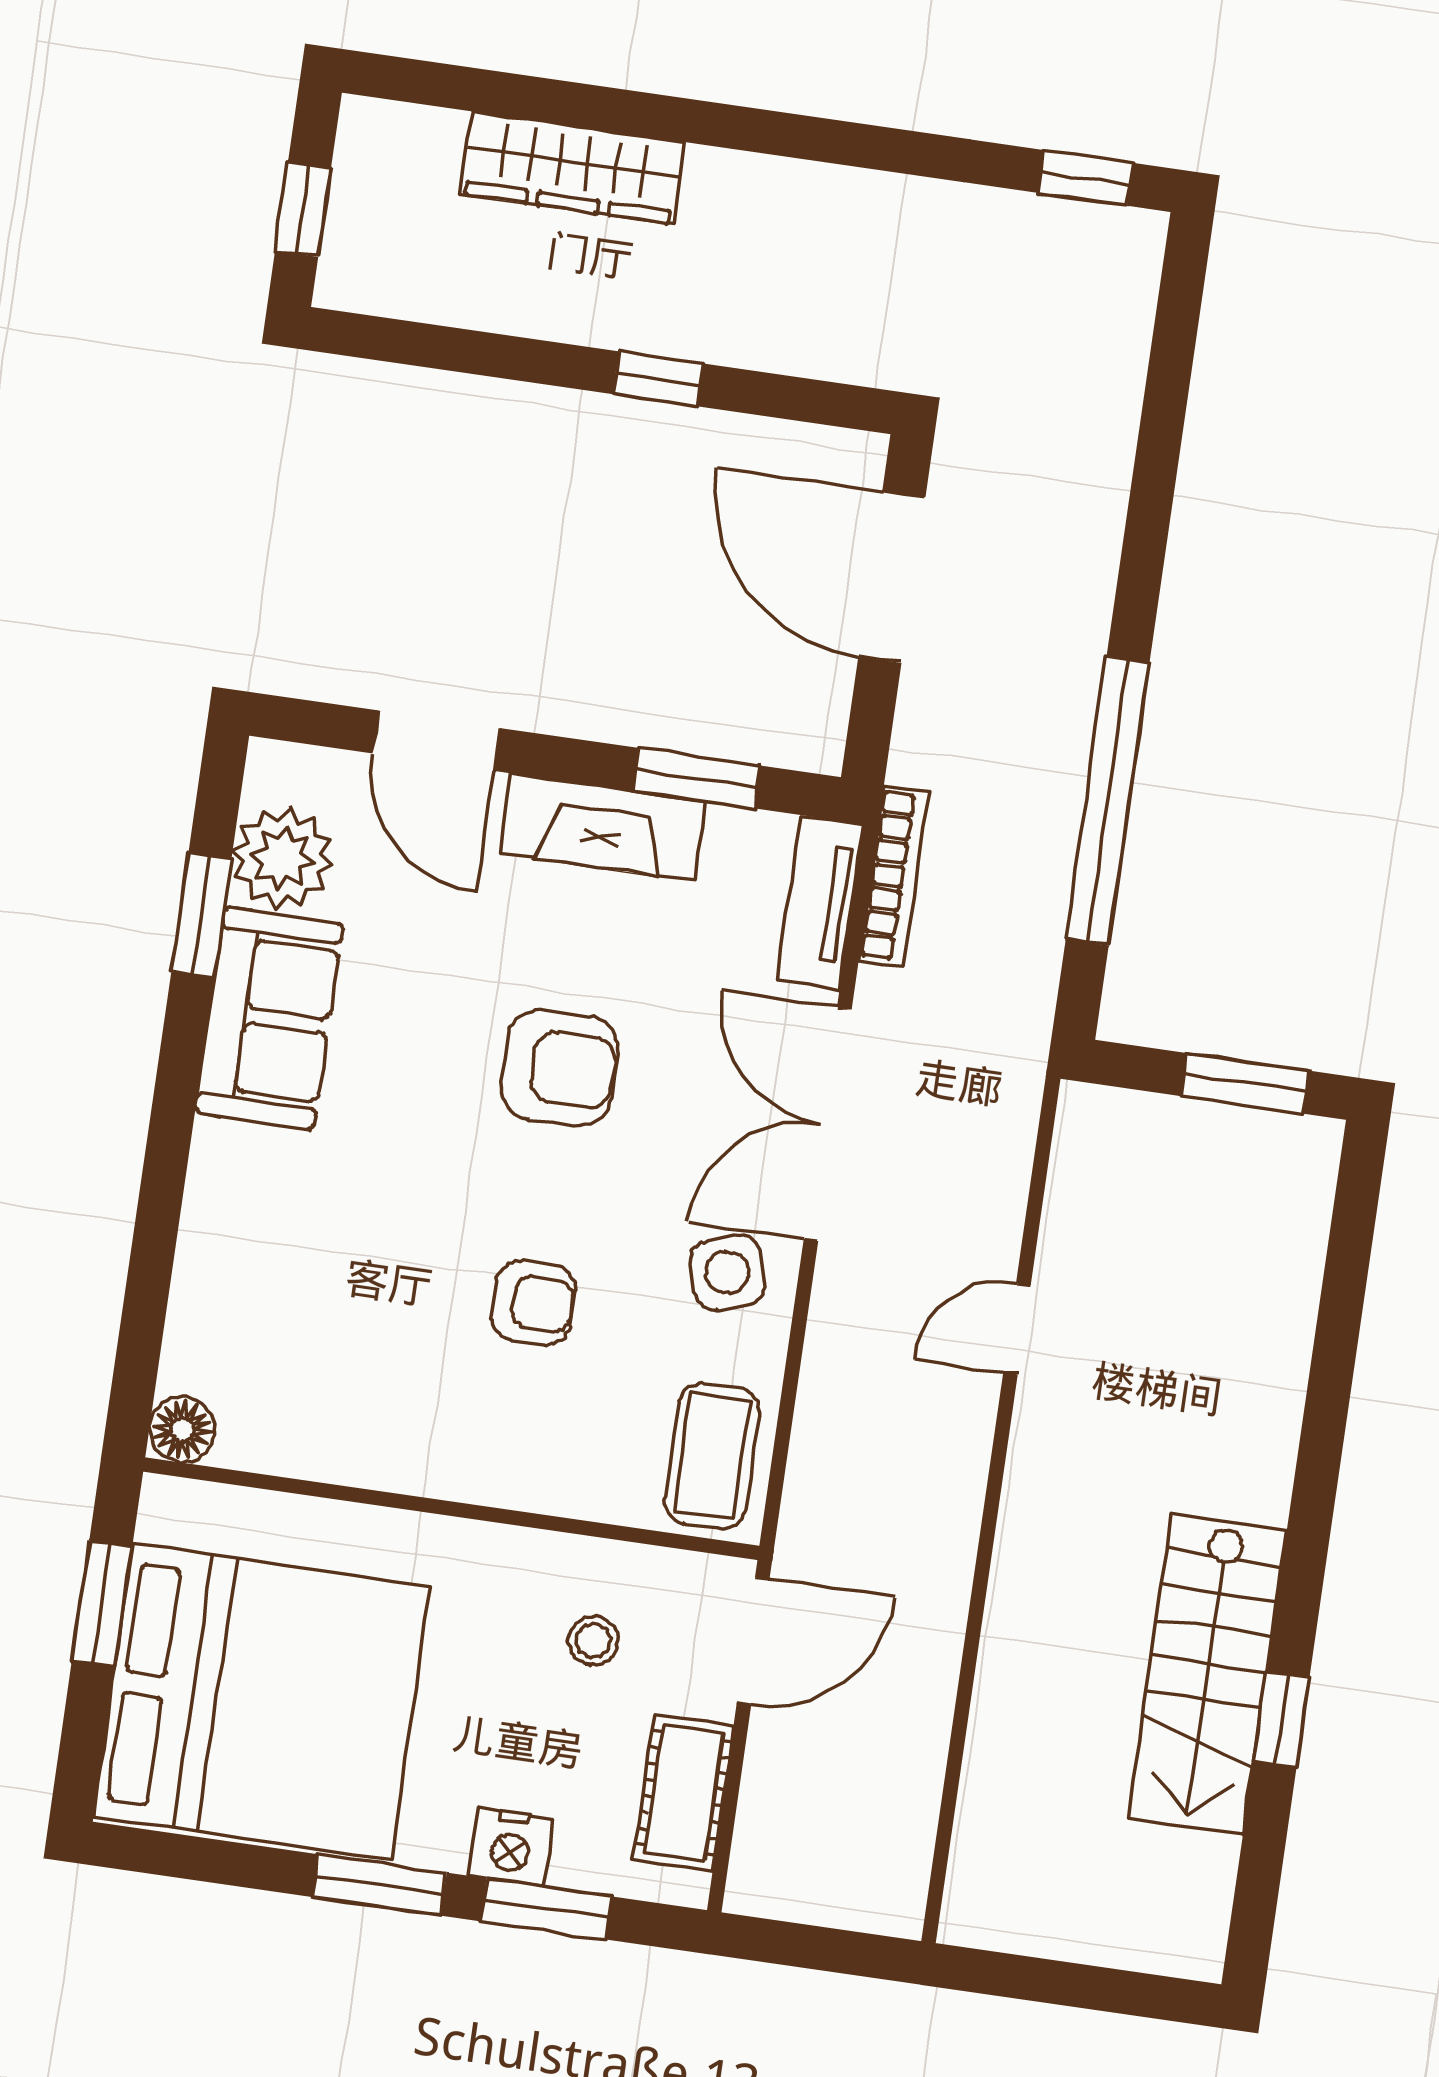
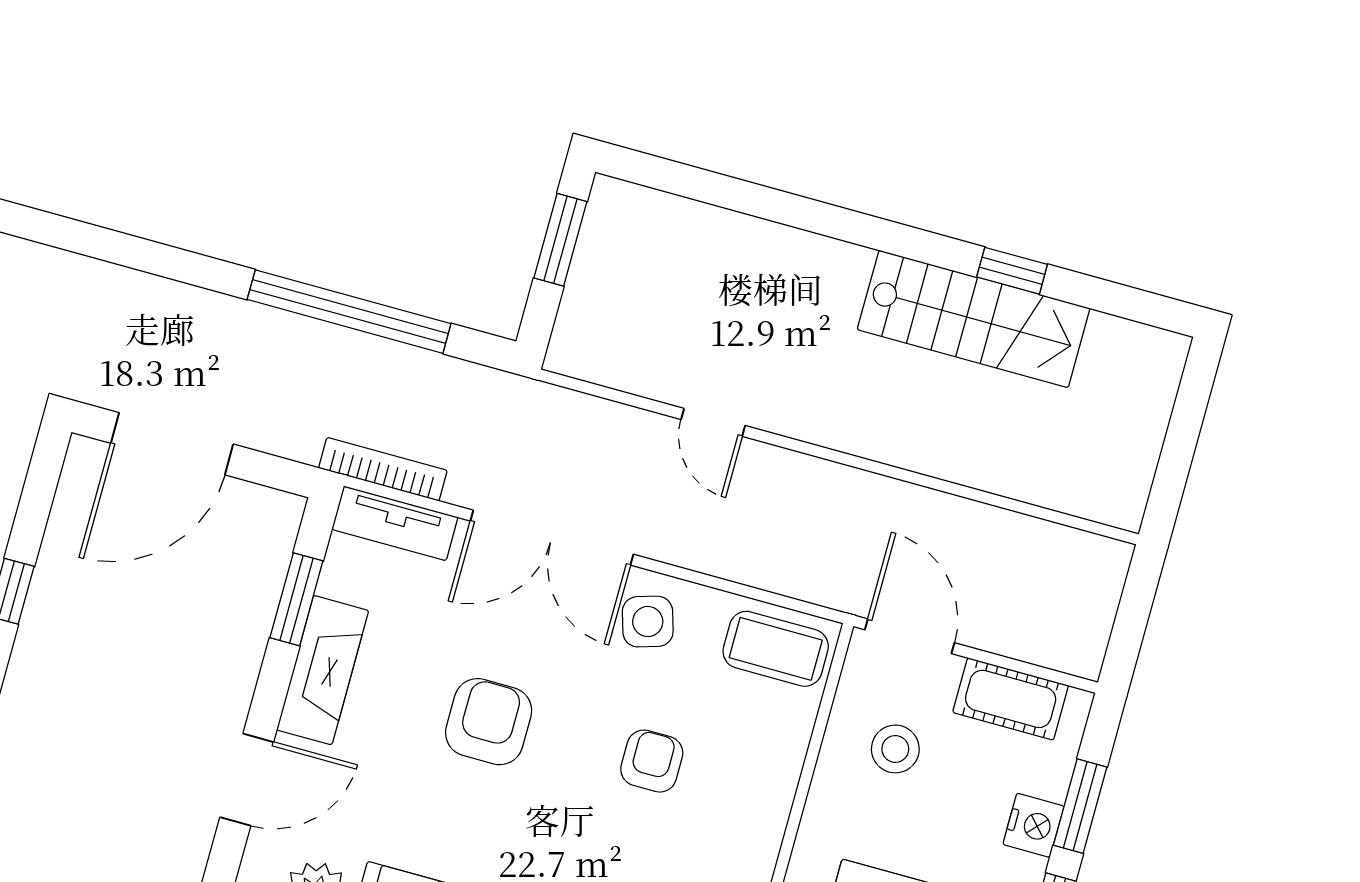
stool: (593, 1641) -> (895, 749), width x1.37, depth x1.37

